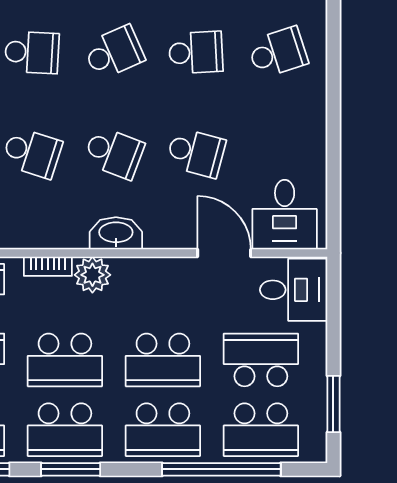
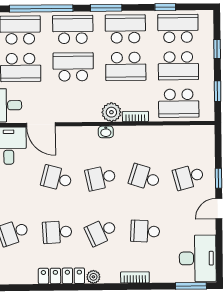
school desk: (114, 153) -> (101, 178), turned -33
washbasin: (116, 233) -> (106, 132), width x0.52, depth x0.69
school desk: (65, 360) -> (126, 66), turned 180
window: (71, 469) -> (106, 8), moved

